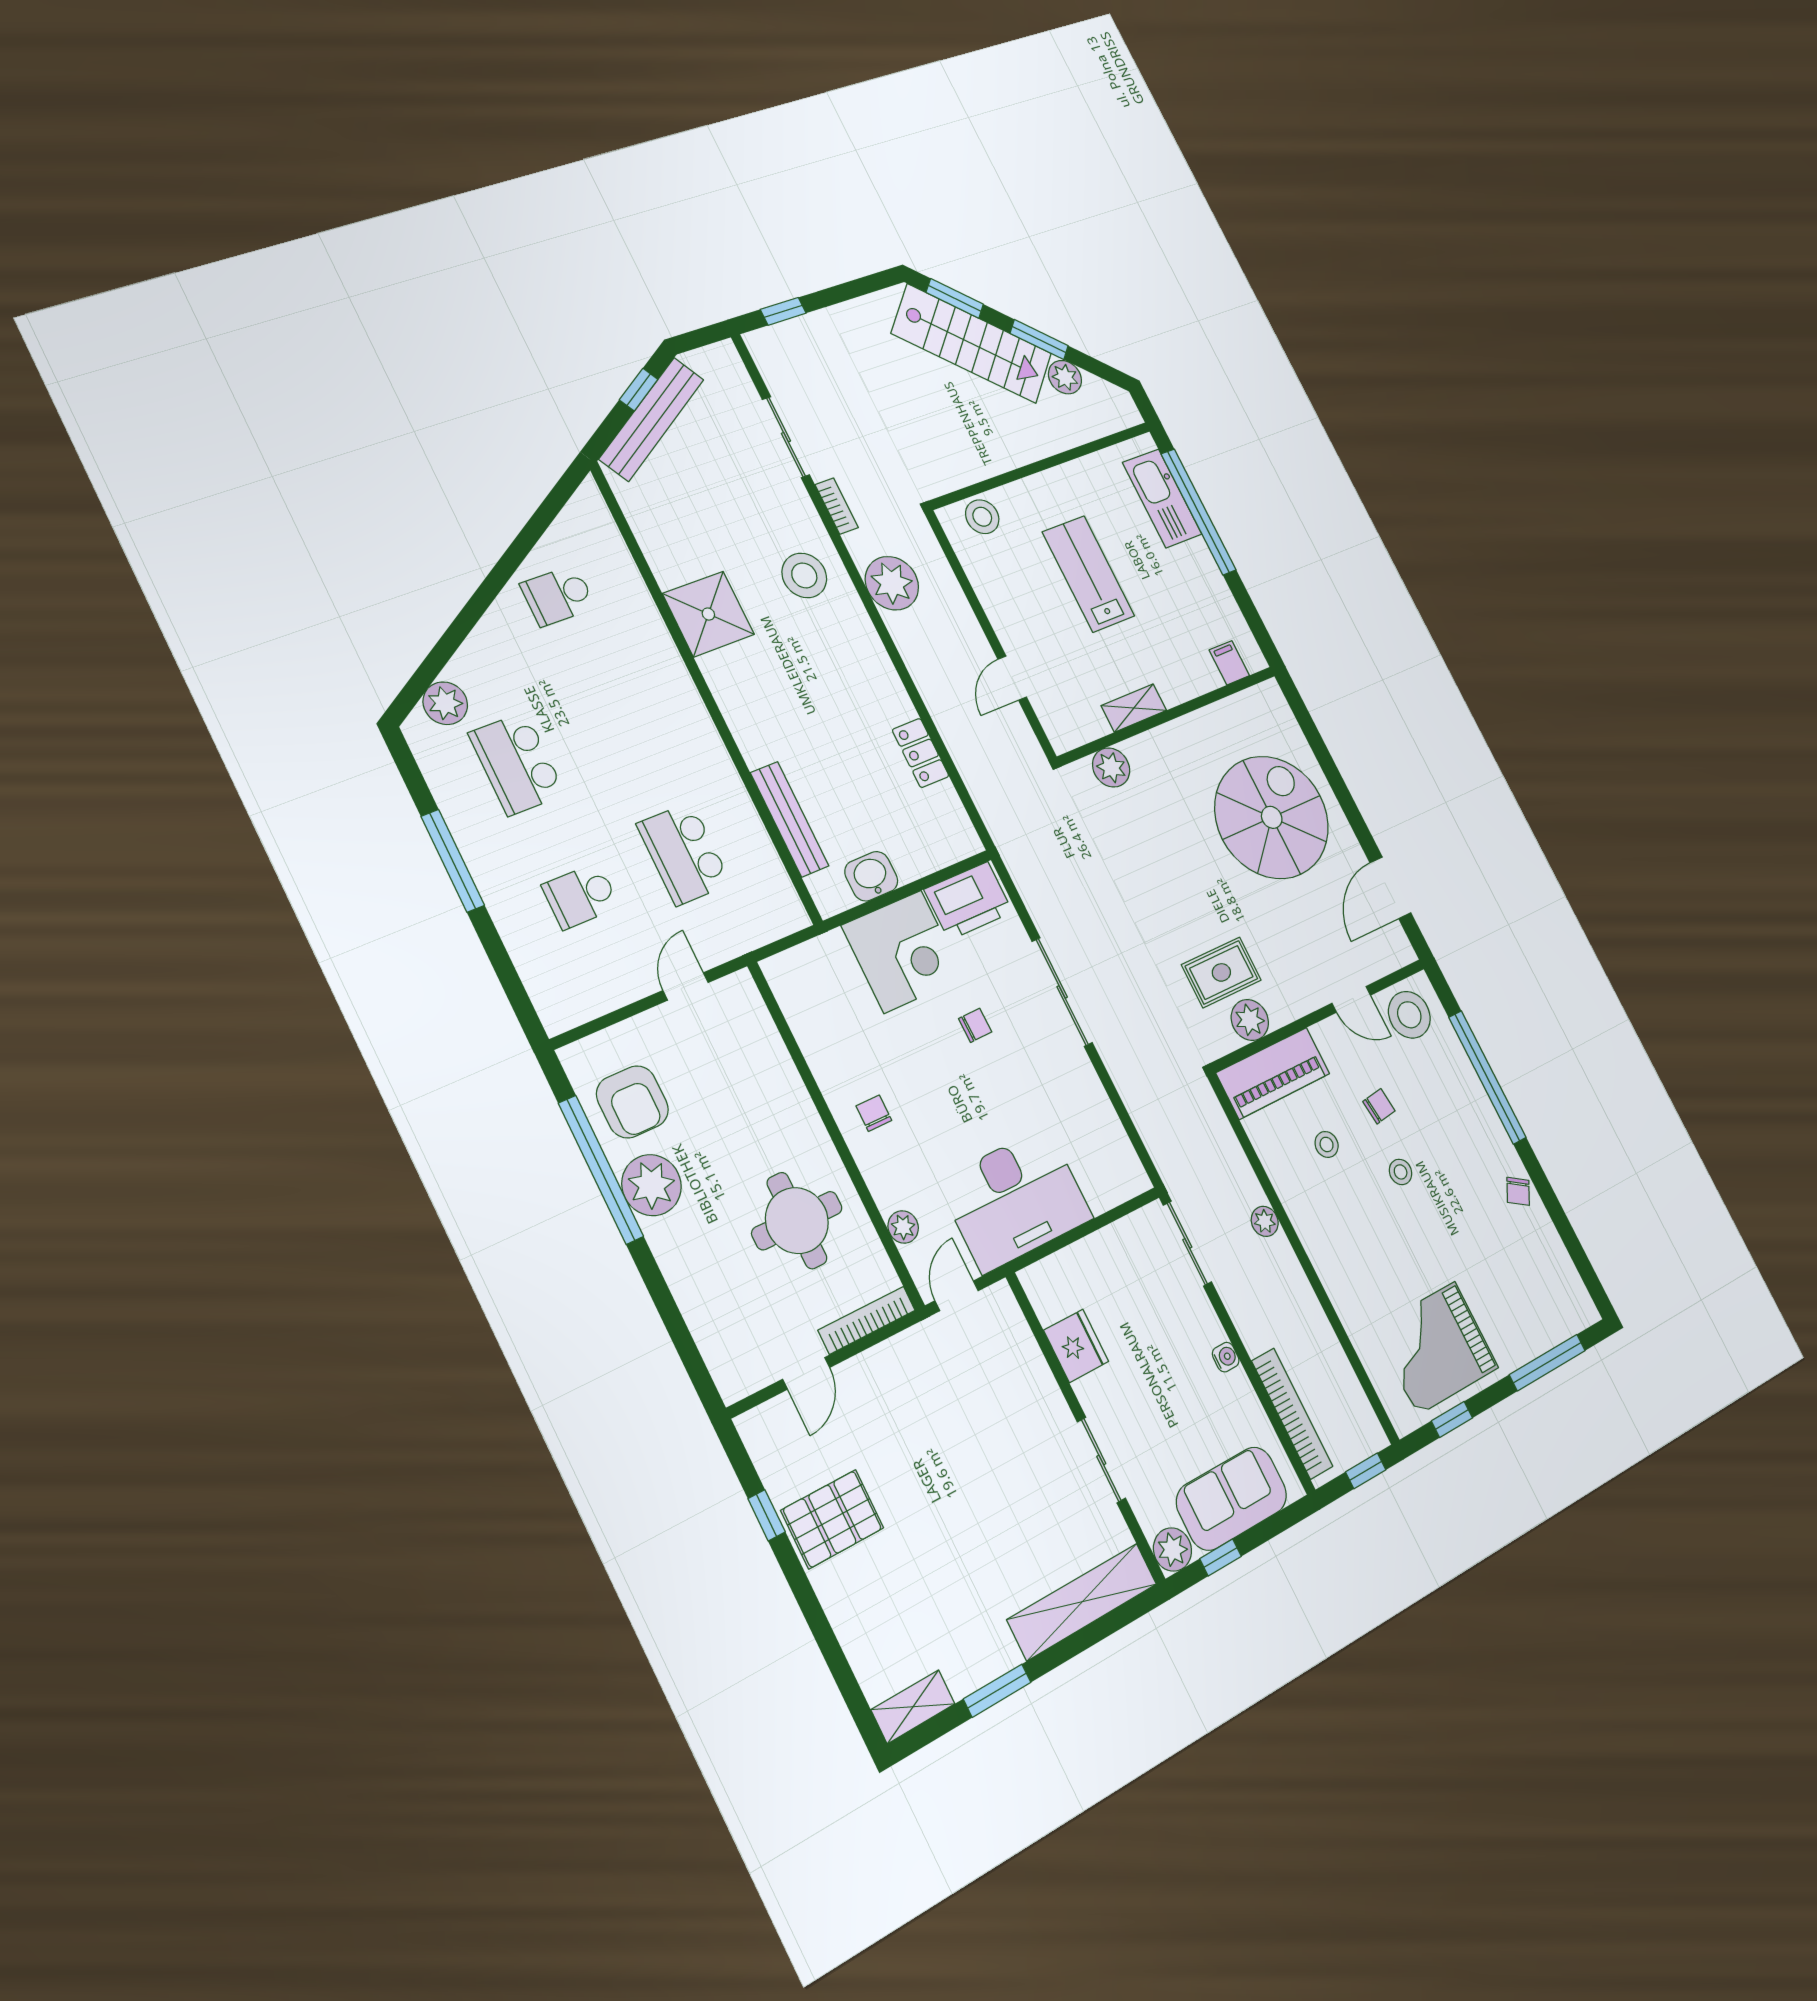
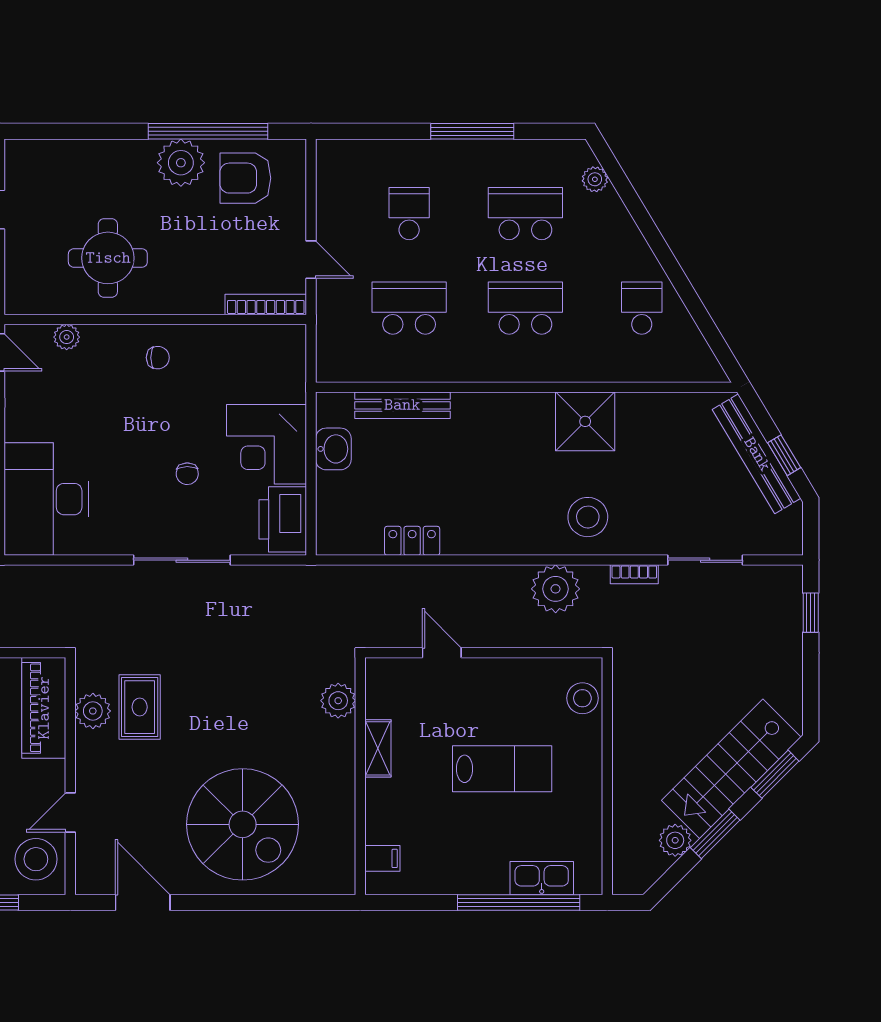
kitchen sink: (1162, 498) -> (542, 878), width x0.73, depth x0.81
plant: (445, 703) -> (595, 179), width x0.73, depth x0.73
school desk: (621, 724) -> (525, 308), added
desk: (1015, 1200) -> (46, 499), moved
bookcase: (867, 1320) -> (266, 304), moved, turned -90

